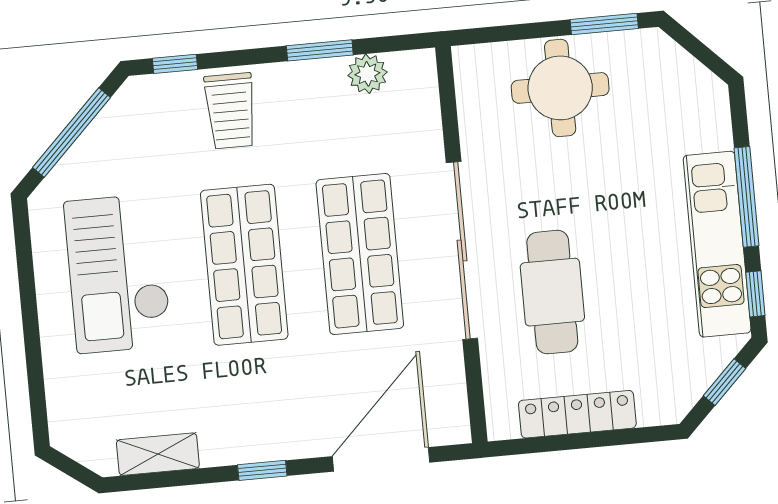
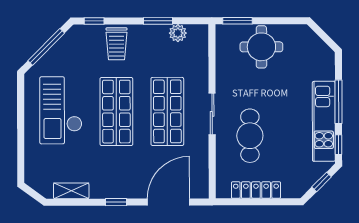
window: (604, 24) -> (238, 21), moved
sliding door: (462, 251) -> (212, 114), width x0.54

